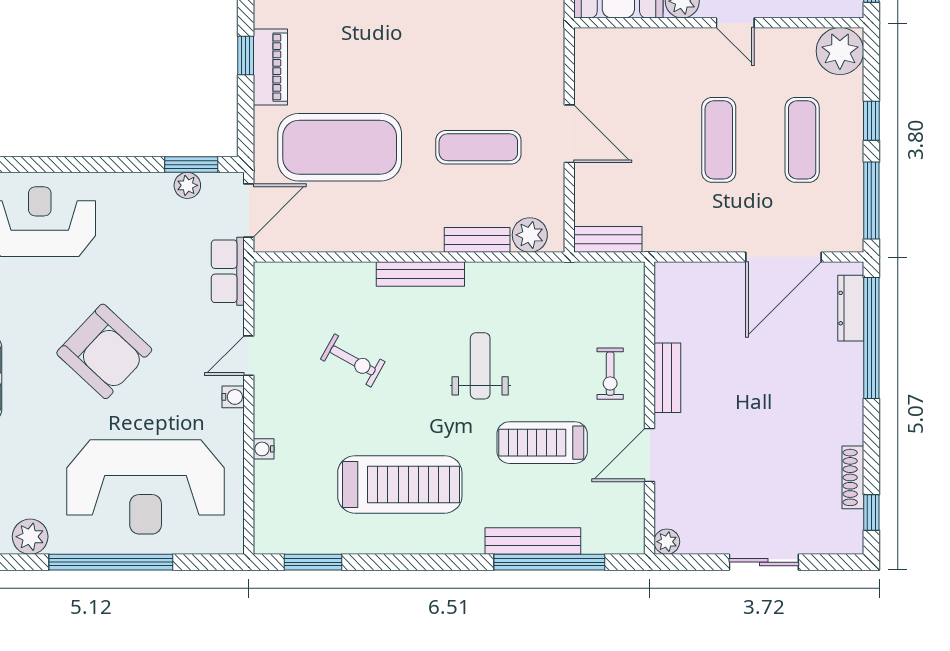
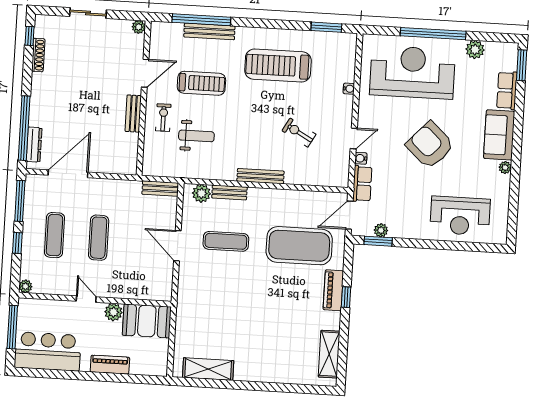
plant: (840, 51) -> (26, 286), width x0.53, depth x0.53
weight bench: (480, 366) -> (196, 136), moved, turned -90
water cooler: (233, 397) -> (361, 158), moved

